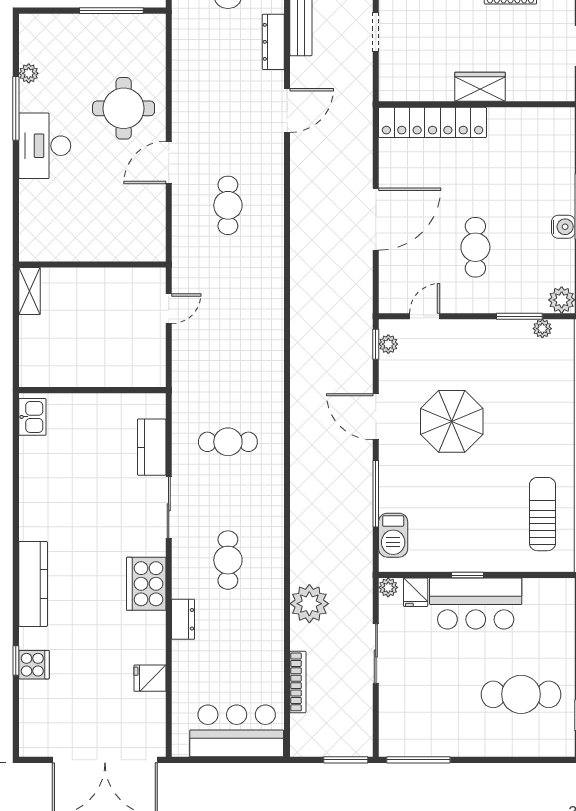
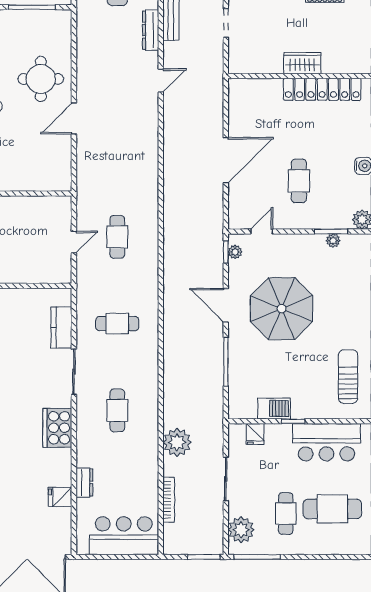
door: (287, 111) -> (161, 81), width x0.73
locker: (433, 122) -> (322, 89), moved
cafe table: (228, 205) -> (117, 237), moved
door: (169, 309) -> (74, 242), moved
plant: (542, 329) -> (333, 241), moved
parasol: (452, 421) -> (282, 309), width x1.36, depth x1.36
barbecue: (393, 535) -> (274, 409), moved, turned -90
plant: (388, 587) -> (241, 530), moved, width x1.88, depth x1.88
bar counter: (476, 604) -> (326, 442), moved
dresser: (183, 619) -> (84, 482), moved
cafe table: (458, 701) -> (286, 514), added

